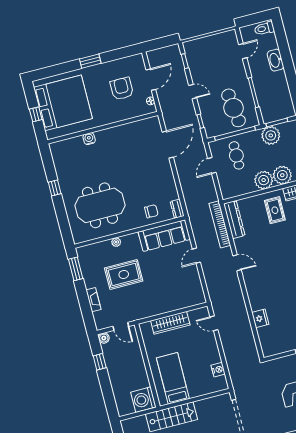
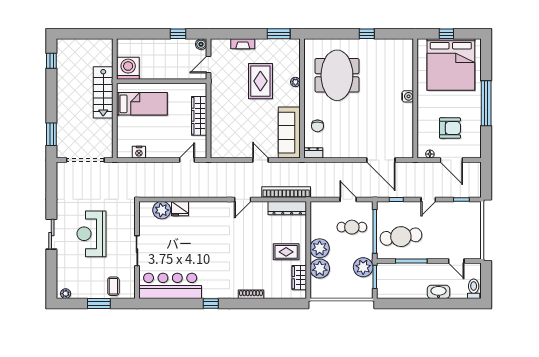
window: (90, 61) -> (486, 103), width x2.11
water cooler: (89, 139) -> (408, 96), moved
plant: (266, 335) -> (162, 210), added

